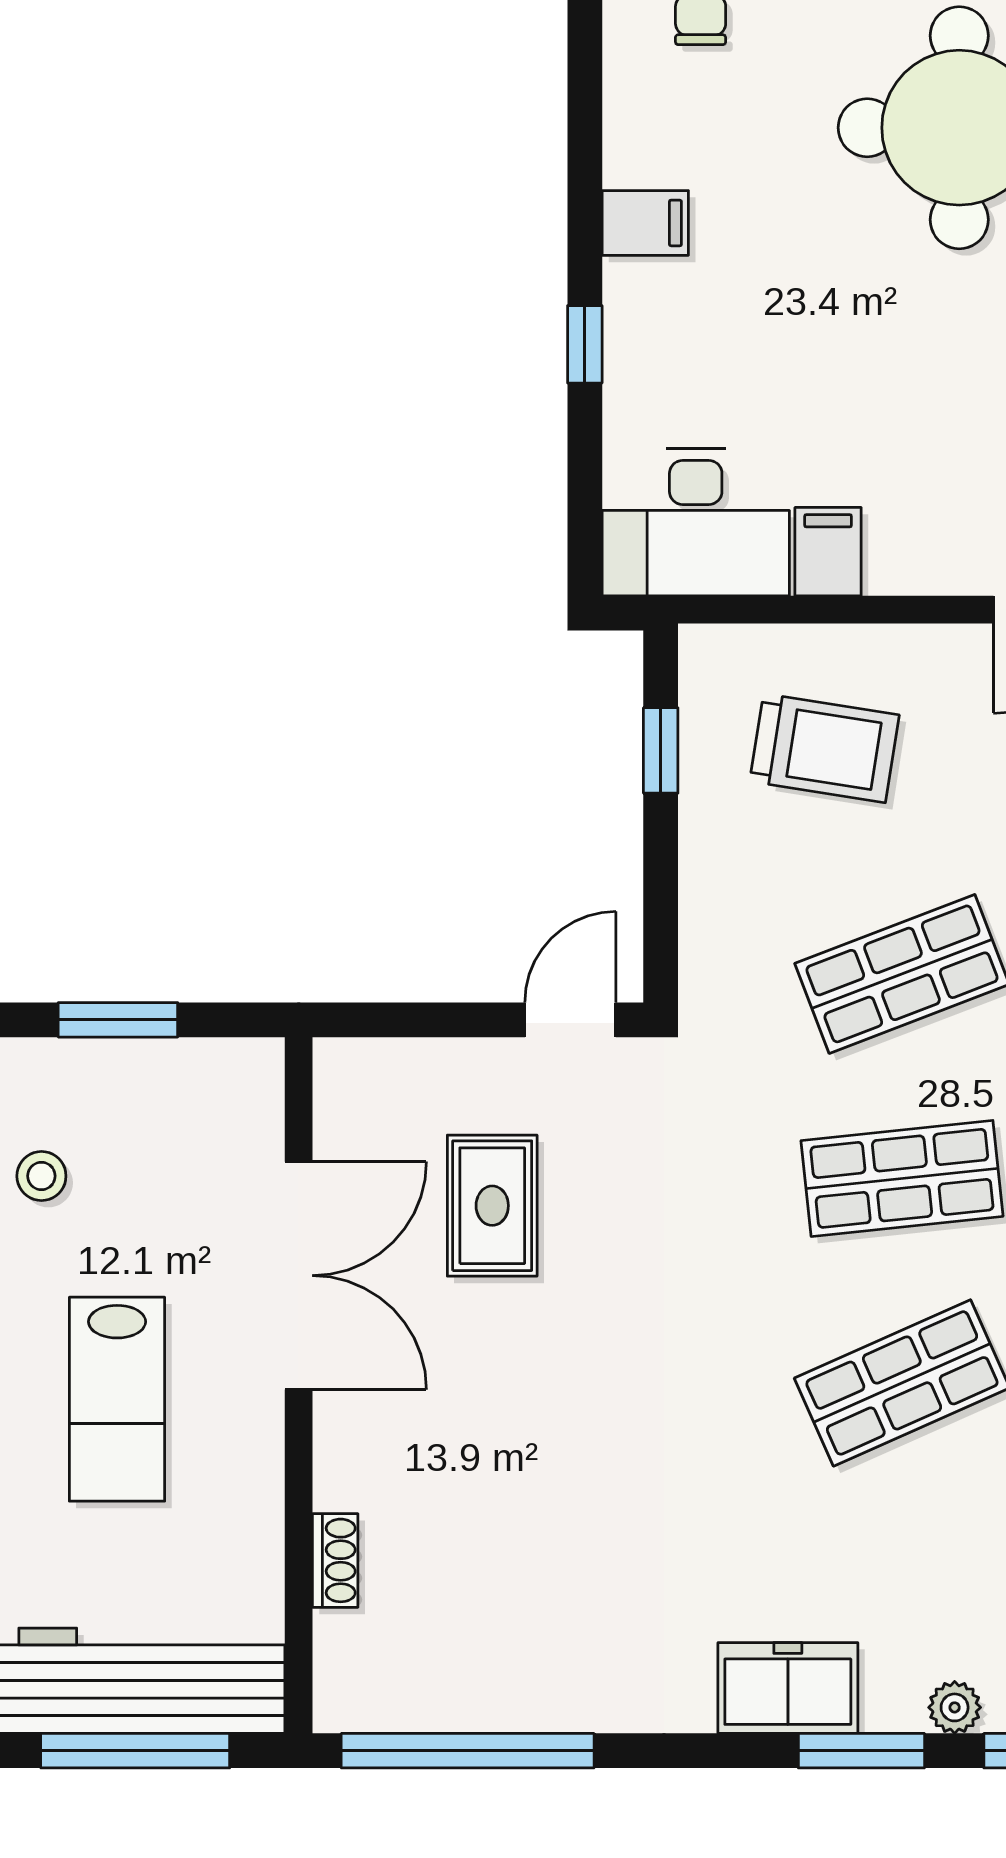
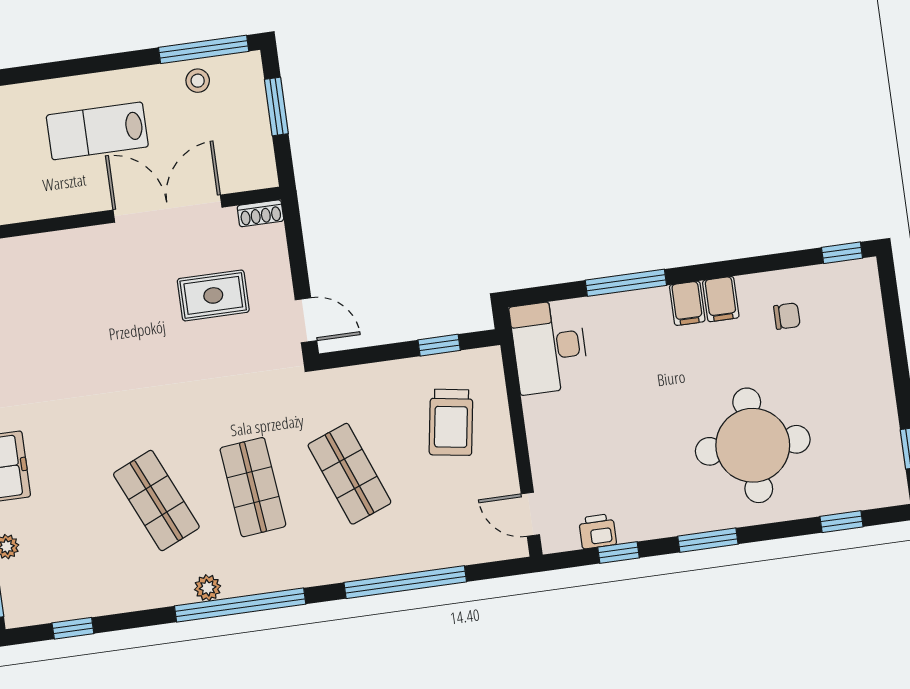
window: (585, 344) -> (626, 283), width x2.17
filing cabinet: (828, 552) -> (721, 299), moved, turned 90
double door: (299, 1276) -> (168, 209), swing flipped
shoe rack: (335, 1560) -> (260, 213), moved

